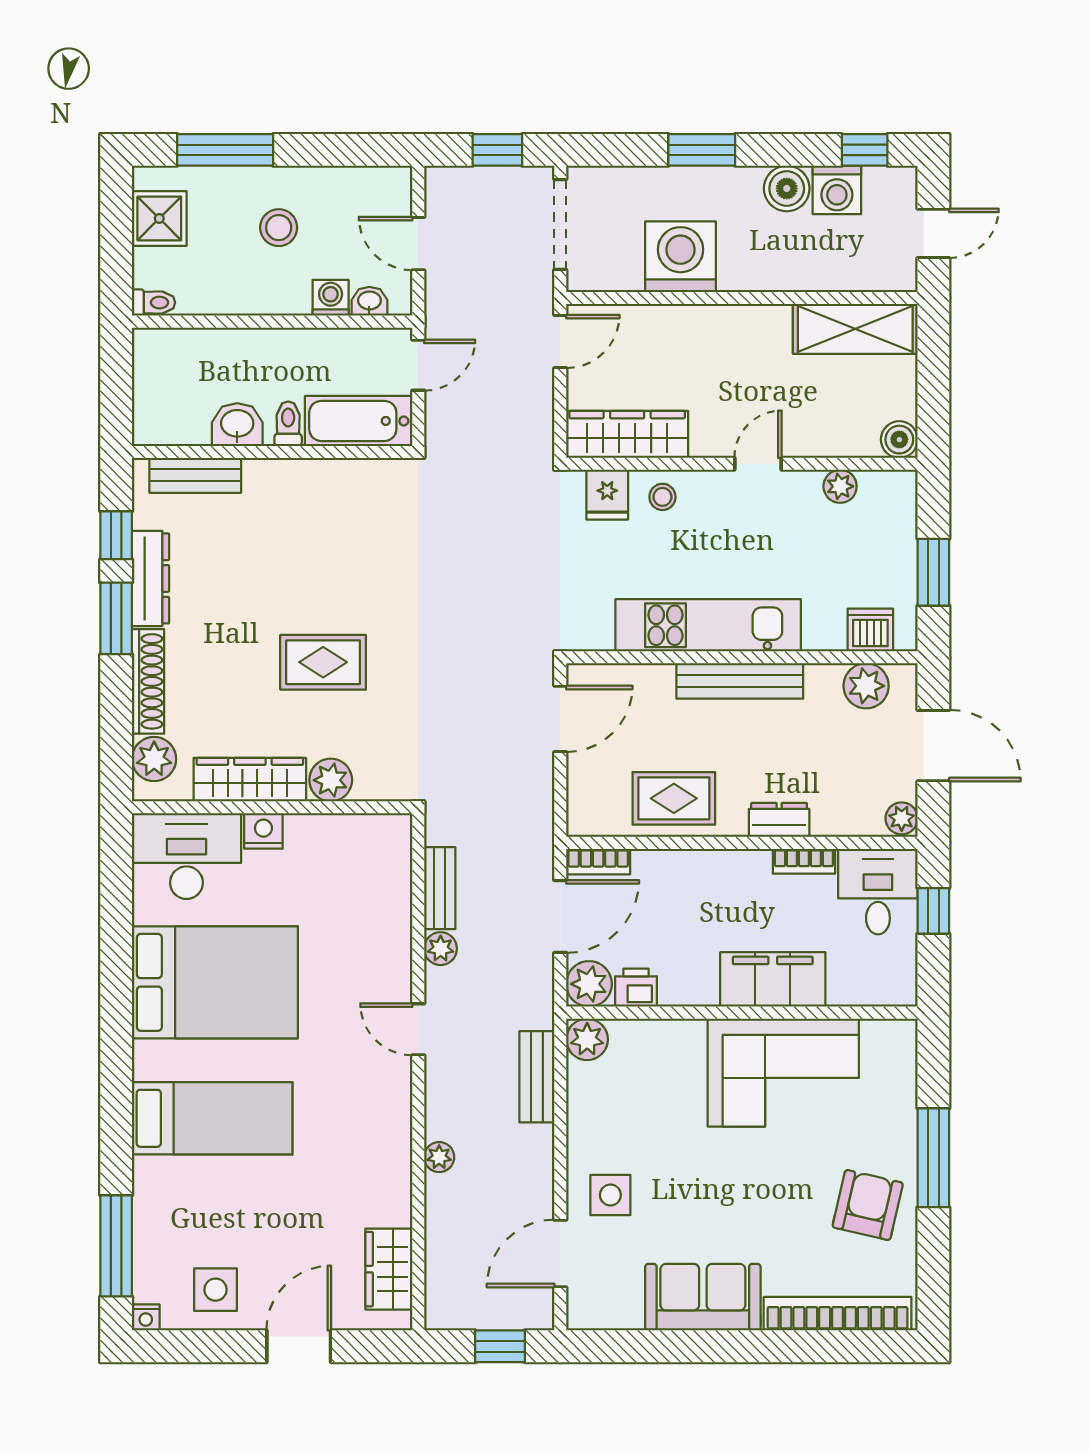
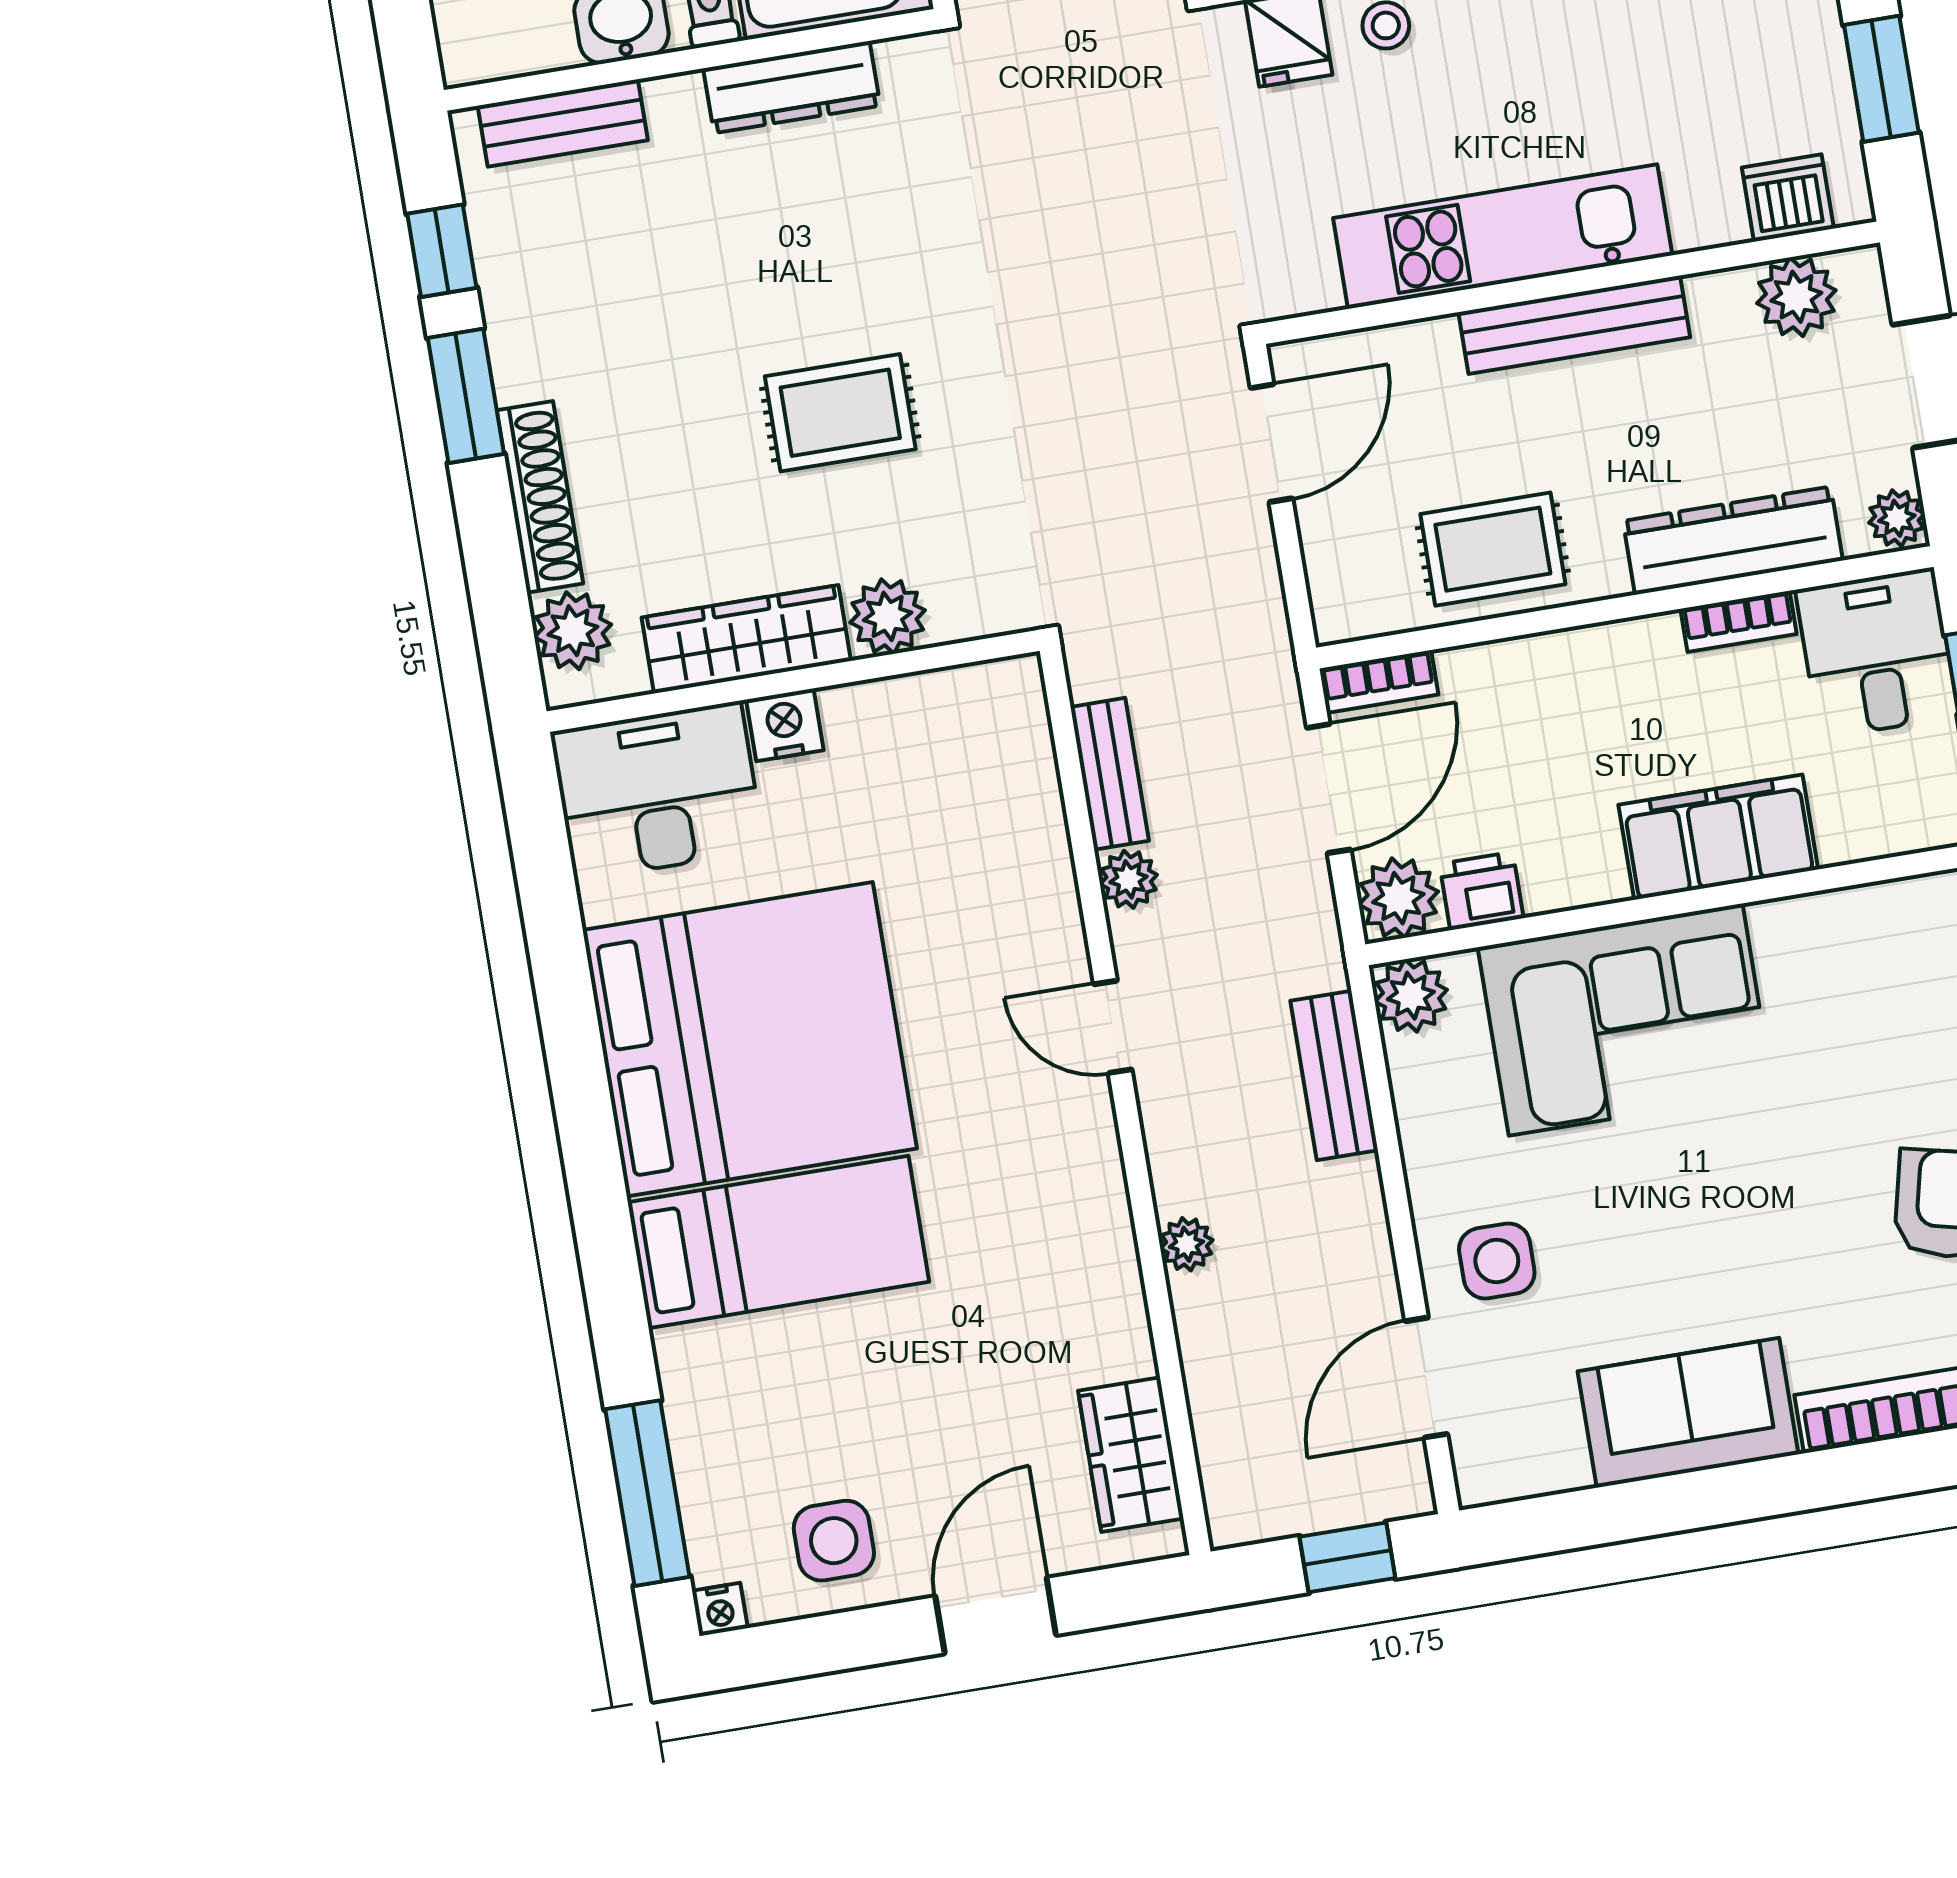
dresser: (151, 578) -> (792, 87), moved, turned 90
dresser: (779, 820) -> (1733, 541), width x1.96, depth x1.24
bed: (215, 982) -> (750, 1039), width x1.36
corner sofa: (783, 1073) -> (1626, 1020), moved

